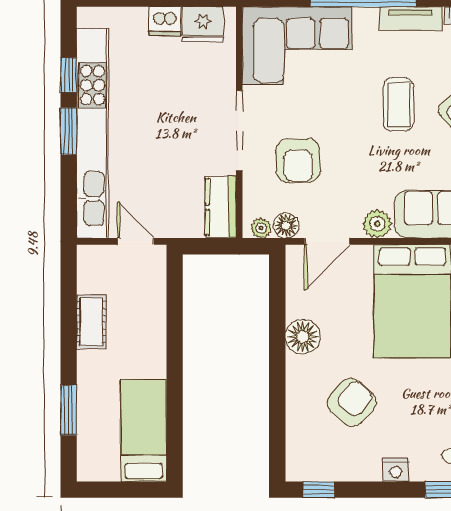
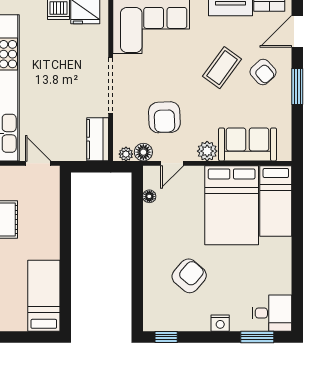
coffee table: (399, 104) -> (222, 68), turned 36
armchair: (298, 160) -> (164, 117), moved
door: (327, 241) -> (172, 163), width x0.73
floor lamp: (303, 337) -> (149, 196), moved, width x0.53, depth x0.53

